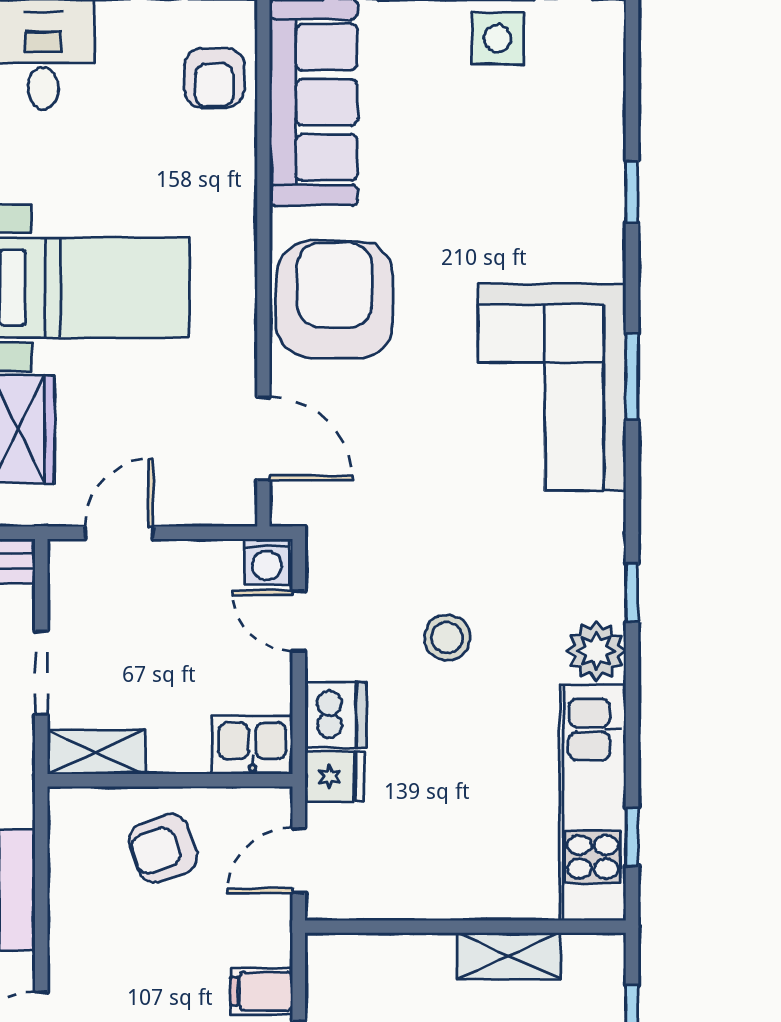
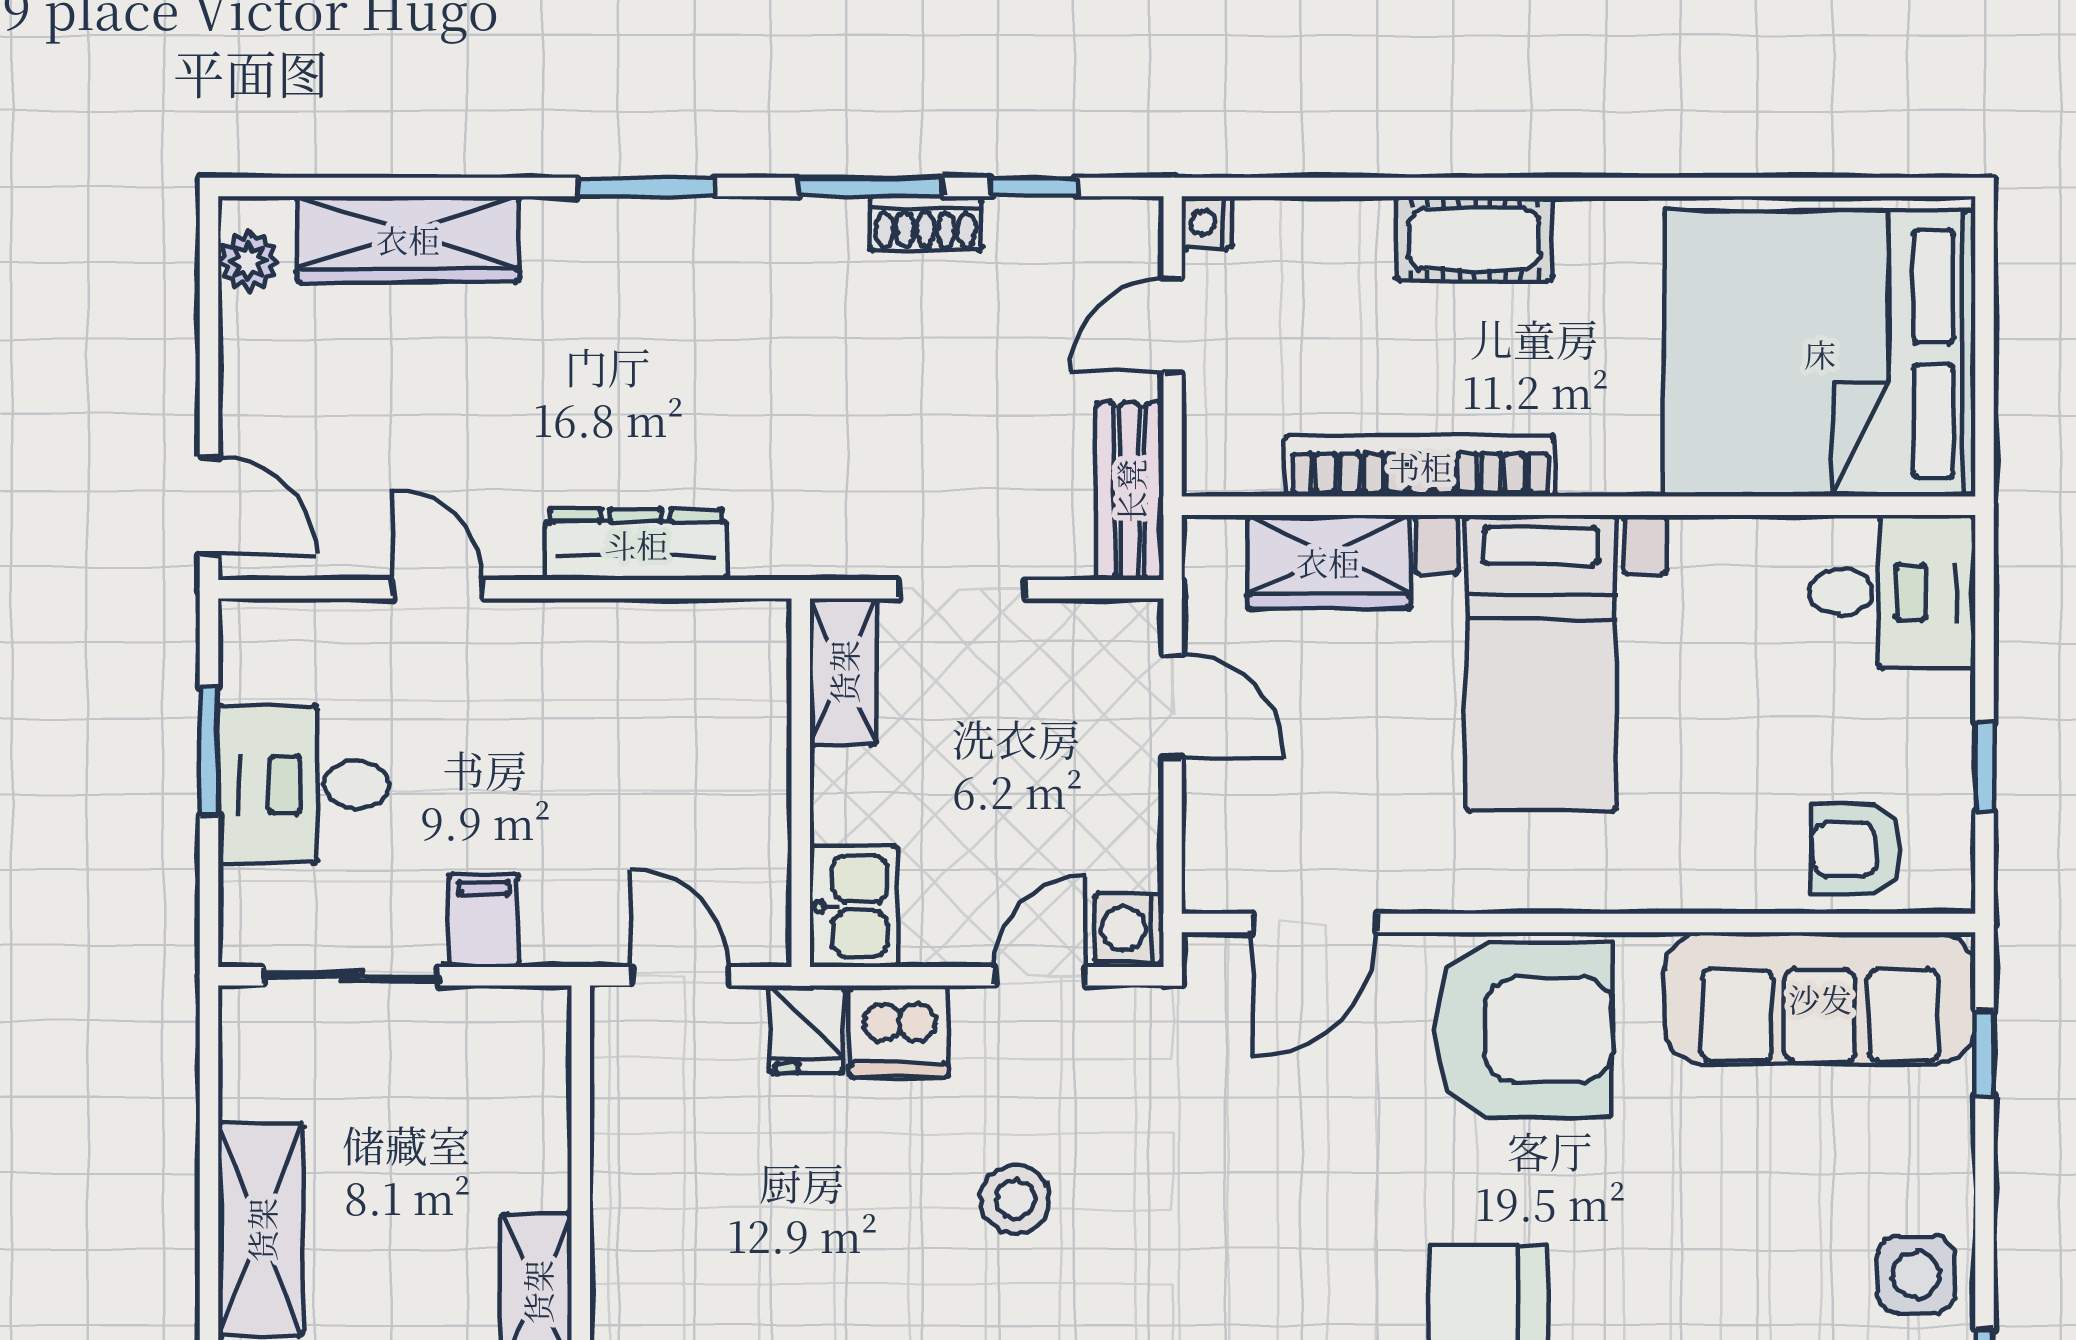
armchair: (163, 848) -> (699, 772), removed

